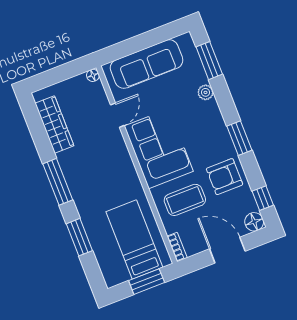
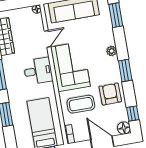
plant: (206, 92) -> (112, 51), moved
desk: (113, 164) -> (38, 71), added
armchair: (224, 177) -> (110, 94), turned 89

